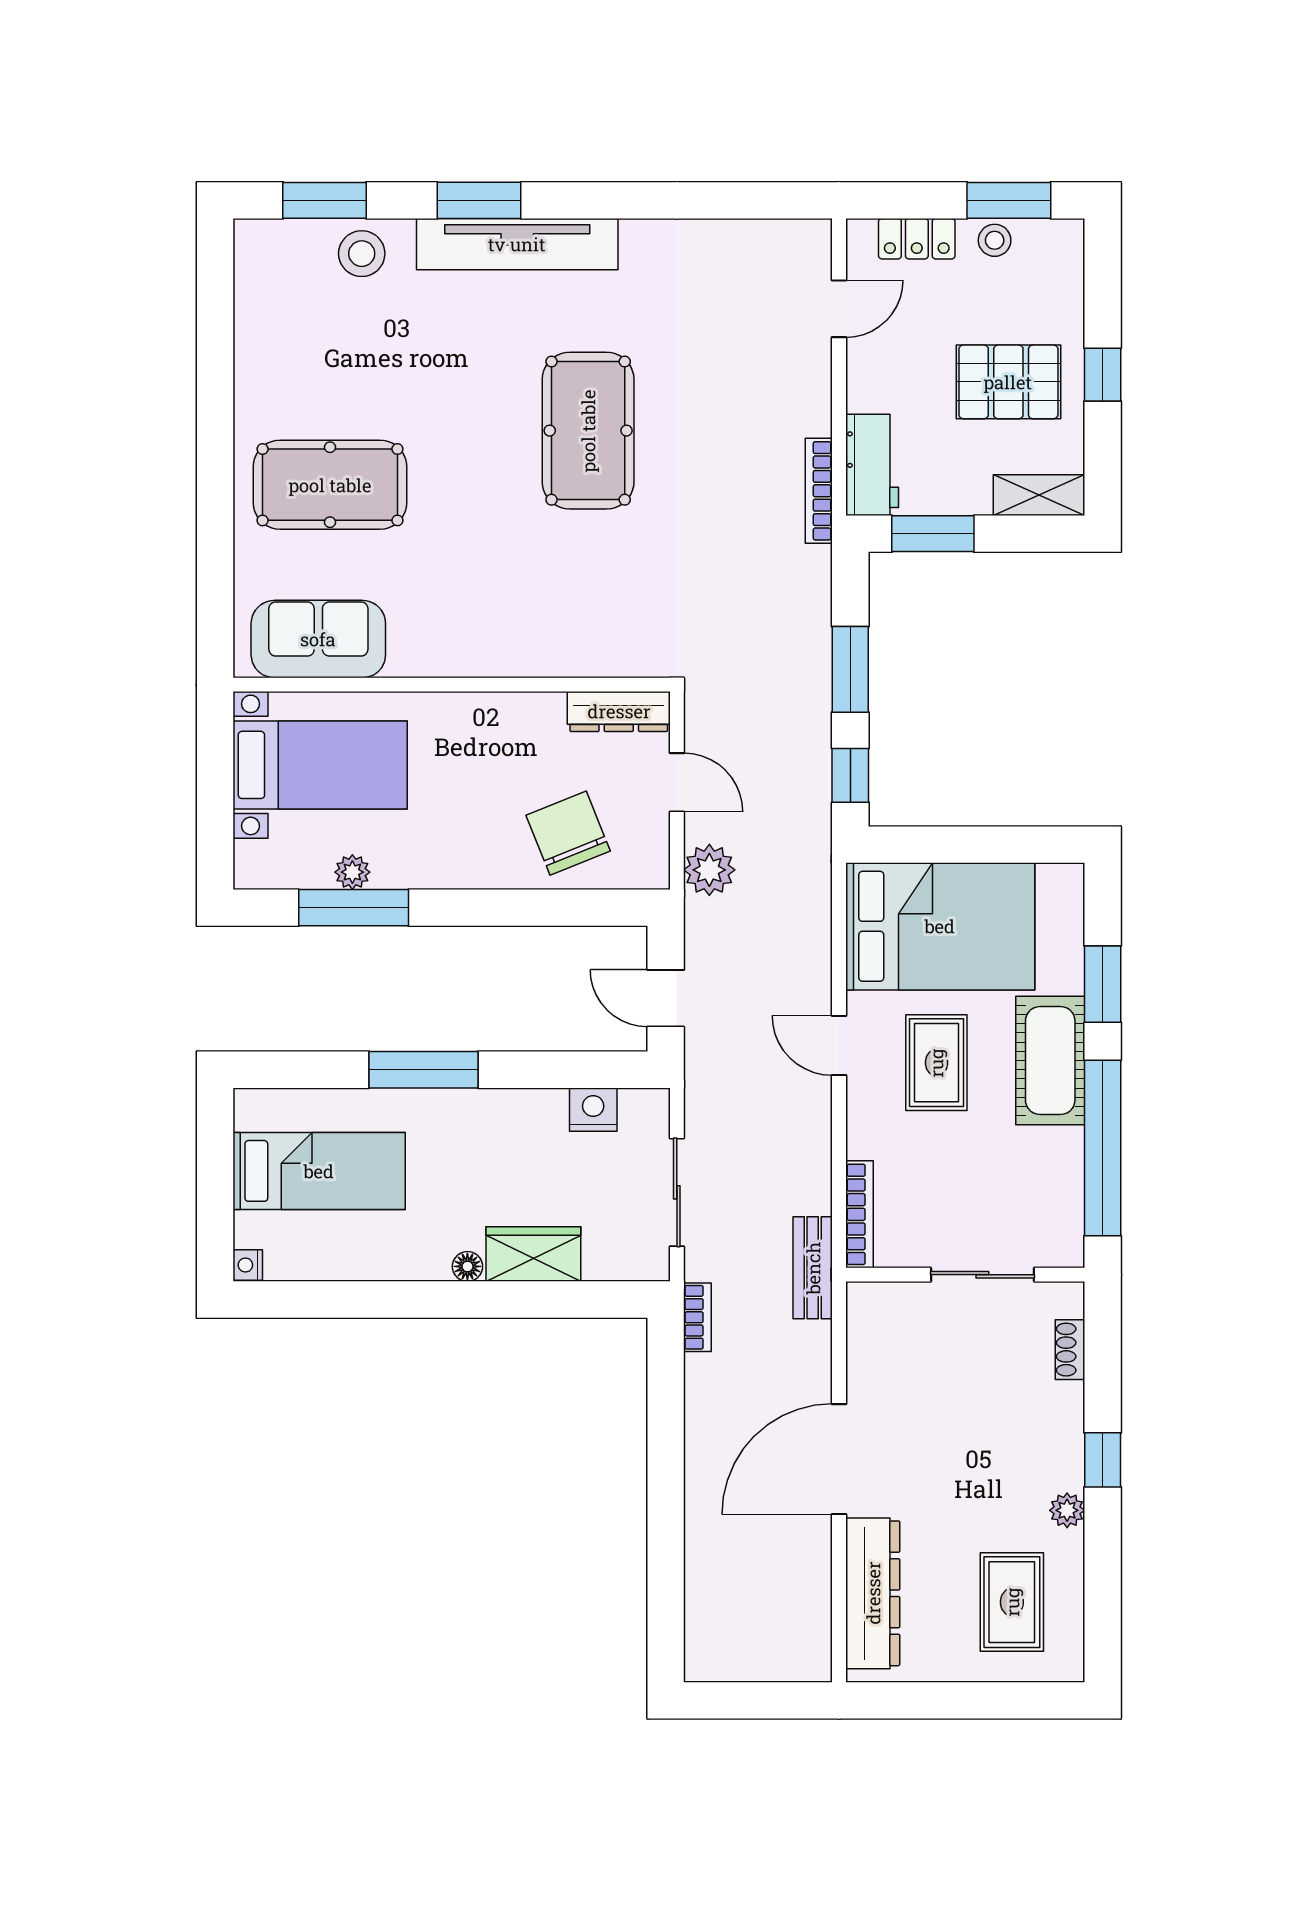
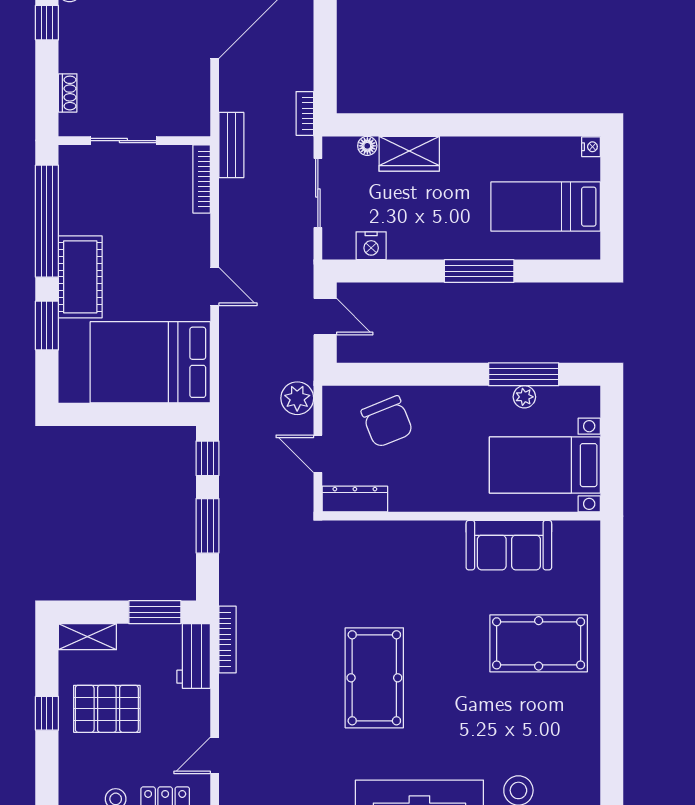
sofa: (318, 639) -> (509, 545), moved
rug: (936, 1063) -> (153, 276), removed
floor lamp: (467, 1266) -> (367, 146), moved

